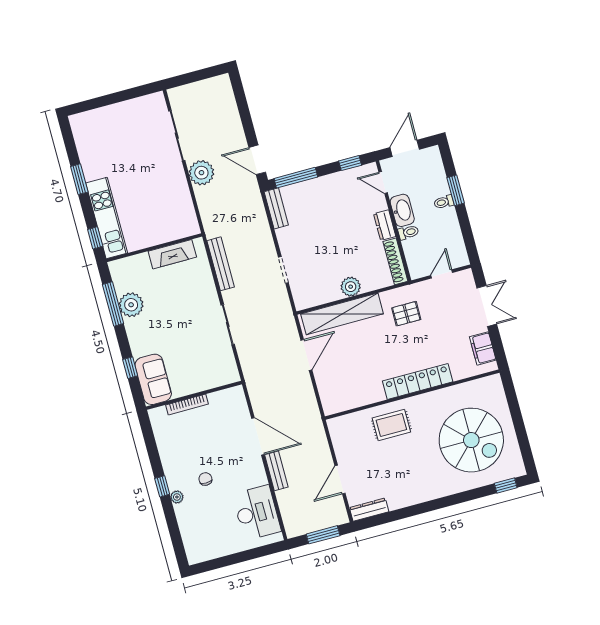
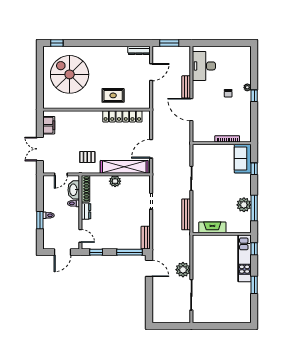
washbasin: (402, 210) -> (74, 190), moved
locker: (418, 381) -> (122, 116), moved

